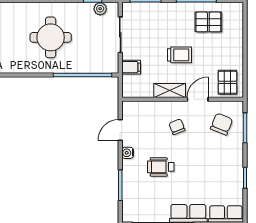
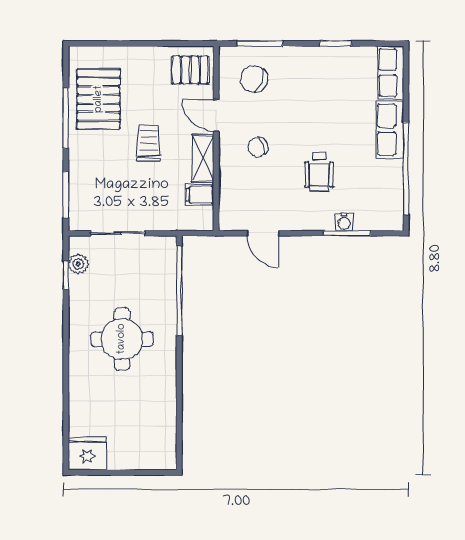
pallet: (208, 22) -> (99, 99), width x1.50, depth x1.42
filing cabinet: (131, 67) -> (200, 195), moved, turned -90
water cooler: (128, 153) -> (344, 222), moved

